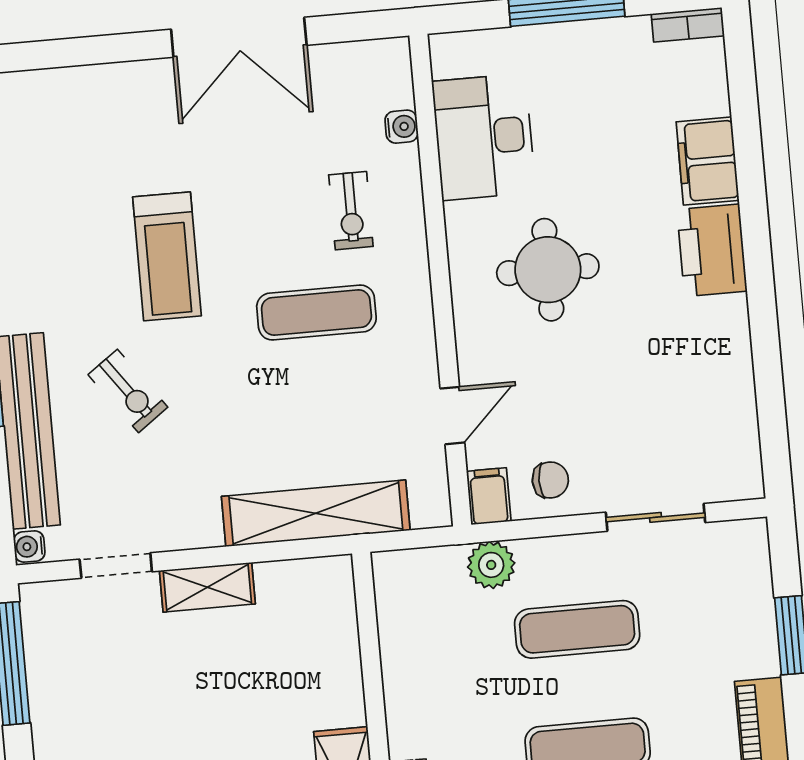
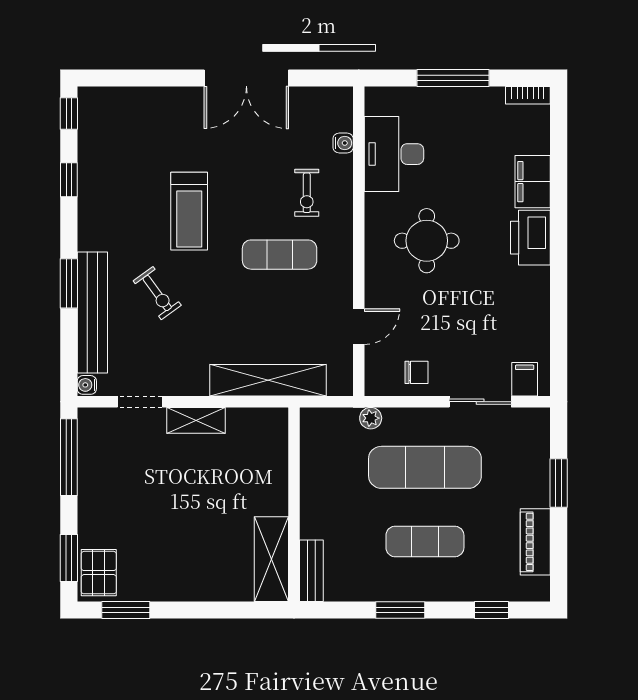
filing cabinet: (489, 496) -> (525, 379), moved
plant: (491, 565) -> (371, 418), width x0.73, depth x0.73
exercise mat: (577, 629) -> (425, 467), width x1.36, depth x1.45

